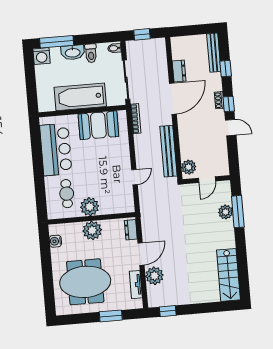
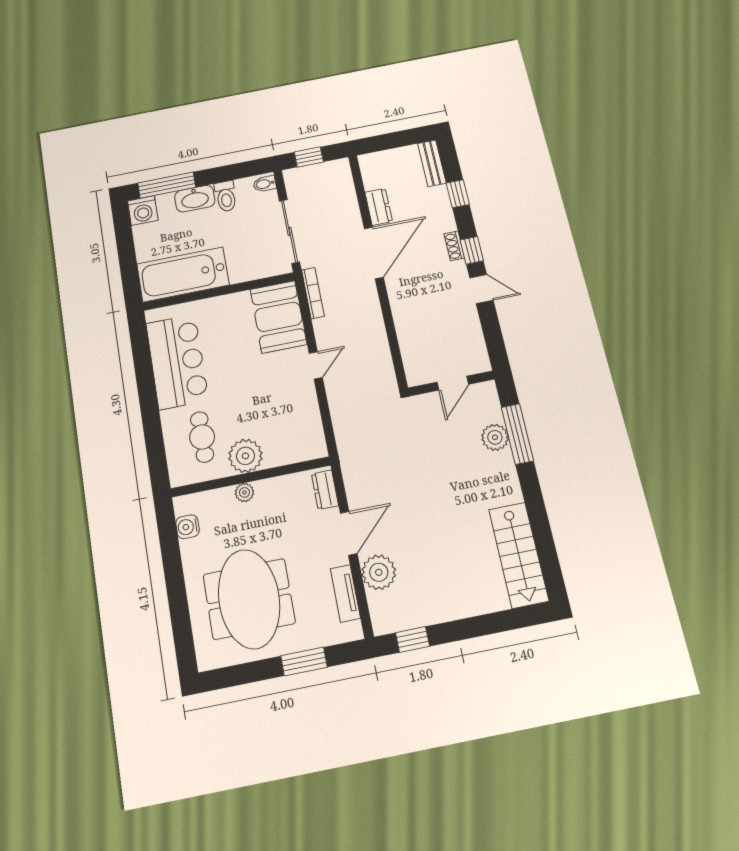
bench: (214, 53) -> (432, 163), width x0.73
bathtub: (80, 97) -> (183, 274), moved
booth: (98, 125) -> (278, 317), moved, turned 90
bench: (168, 151) -> (377, 342), removed
plant: (189, 167) -> (417, 365), removed
door: (134, 177) -> (316, 365), moved
plant: (92, 230) -> (244, 492), width x0.53, depth x0.53
meeting table: (85, 282) -> (249, 599), turned 90

